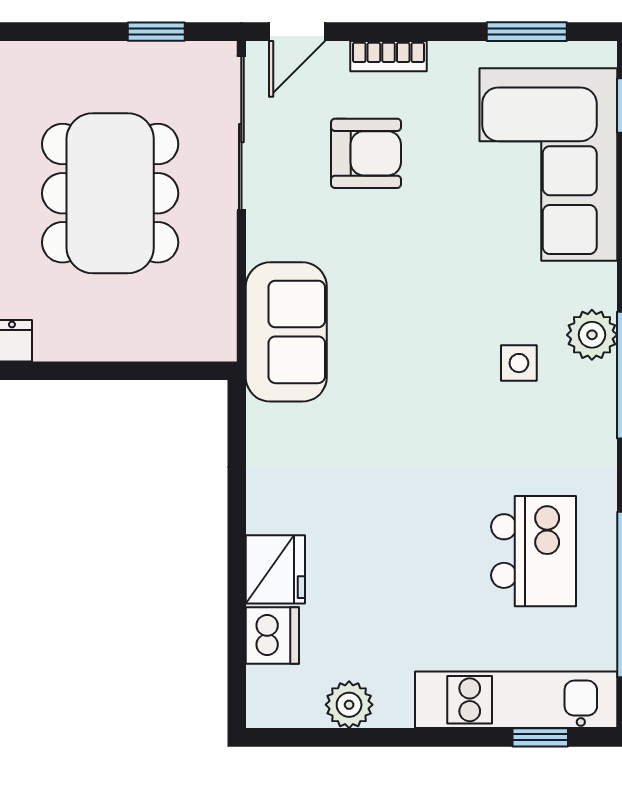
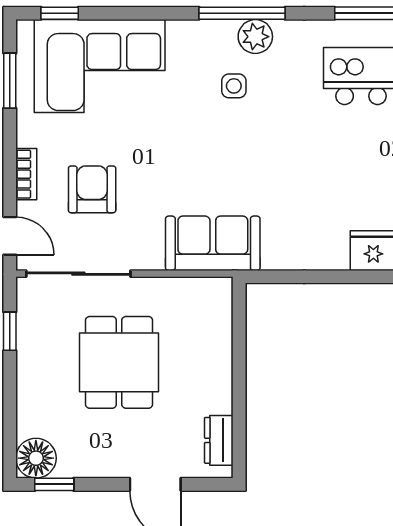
dining table: (110, 193) -> (119, 362), width x0.73
plant: (592, 335) -> (255, 37), moved

